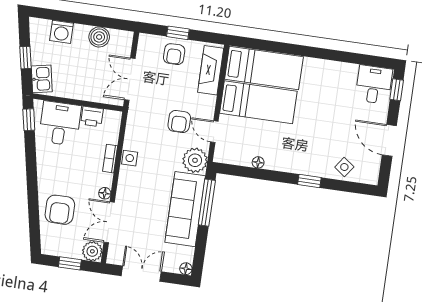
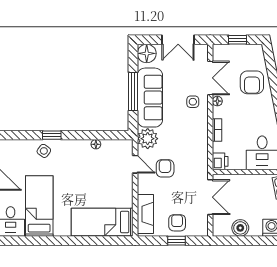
bed: (258, 102) -> (39, 206), moved, turned 90
printer: (92, 117) -> (220, 161), moved, turned 90
side table: (130, 158) -> (193, 102), moved
side table: (344, 167) -> (44, 151), moved
window: (207, 203) -> (133, 91), moved
armchair: (60, 210) -> (252, 82), turned 180
plant: (92, 251) -> (221, 52), removed
floor lamp: (186, 269) -> (147, 53), width x1.89, depth x1.89

